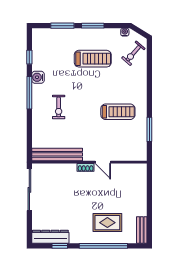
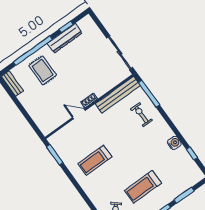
window: (29, 93) -> (149, 94), moved
exercise bike: (59, 107) -> (141, 115), moved
window: (149, 129) -> (55, 155), moved
rug: (107, 223) -> (43, 70), turned 90
dresser: (50, 237) -> (65, 38), moved

